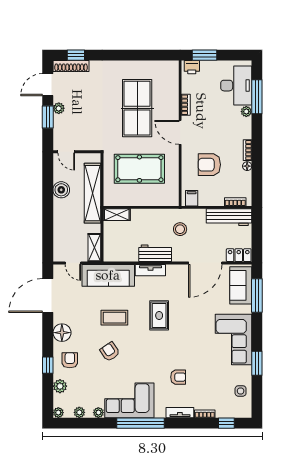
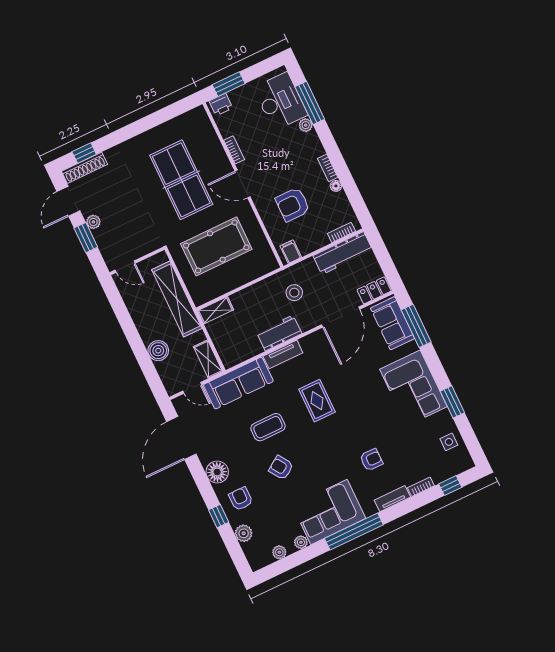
boiler: (61, 190) -> (158, 351), moved
plant: (58, 413) -> (256, 564), removed

